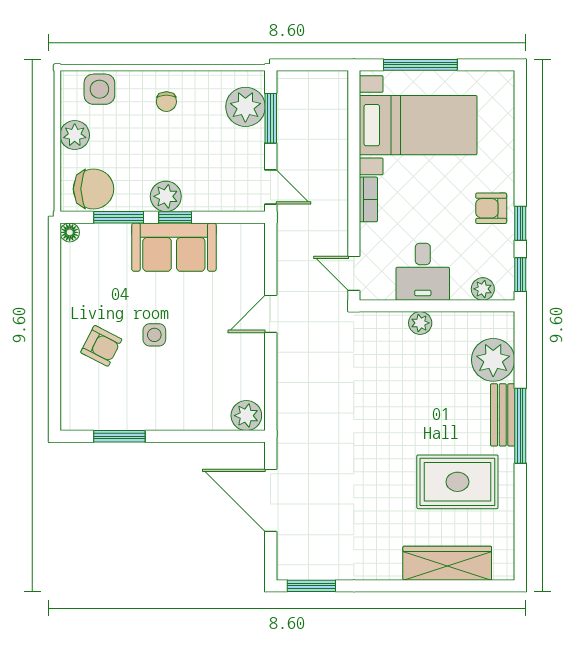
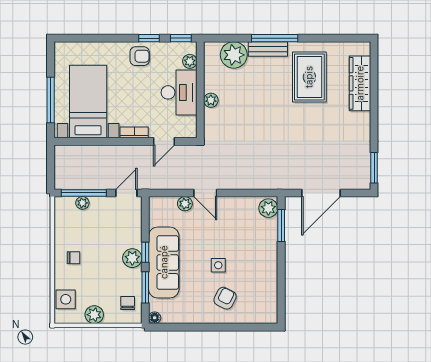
plant: (245, 107) -> (82, 203), width x0.53, depth x0.53
window: (271, 118) -> (84, 193), width x1.44
chair: (93, 189) -> (128, 303), width x0.54, depth x0.54
armchair: (491, 208) -> (140, 56), turned -90
sofa: (174, 247) -> (164, 262), width x1.36
desk: (423, 272) -> (179, 92), width x1.37
door: (354, 273) -> (164, 141), moved
plant: (253, 281) -> (185, 204), added
window: (119, 436) -> (281, 226), moved

